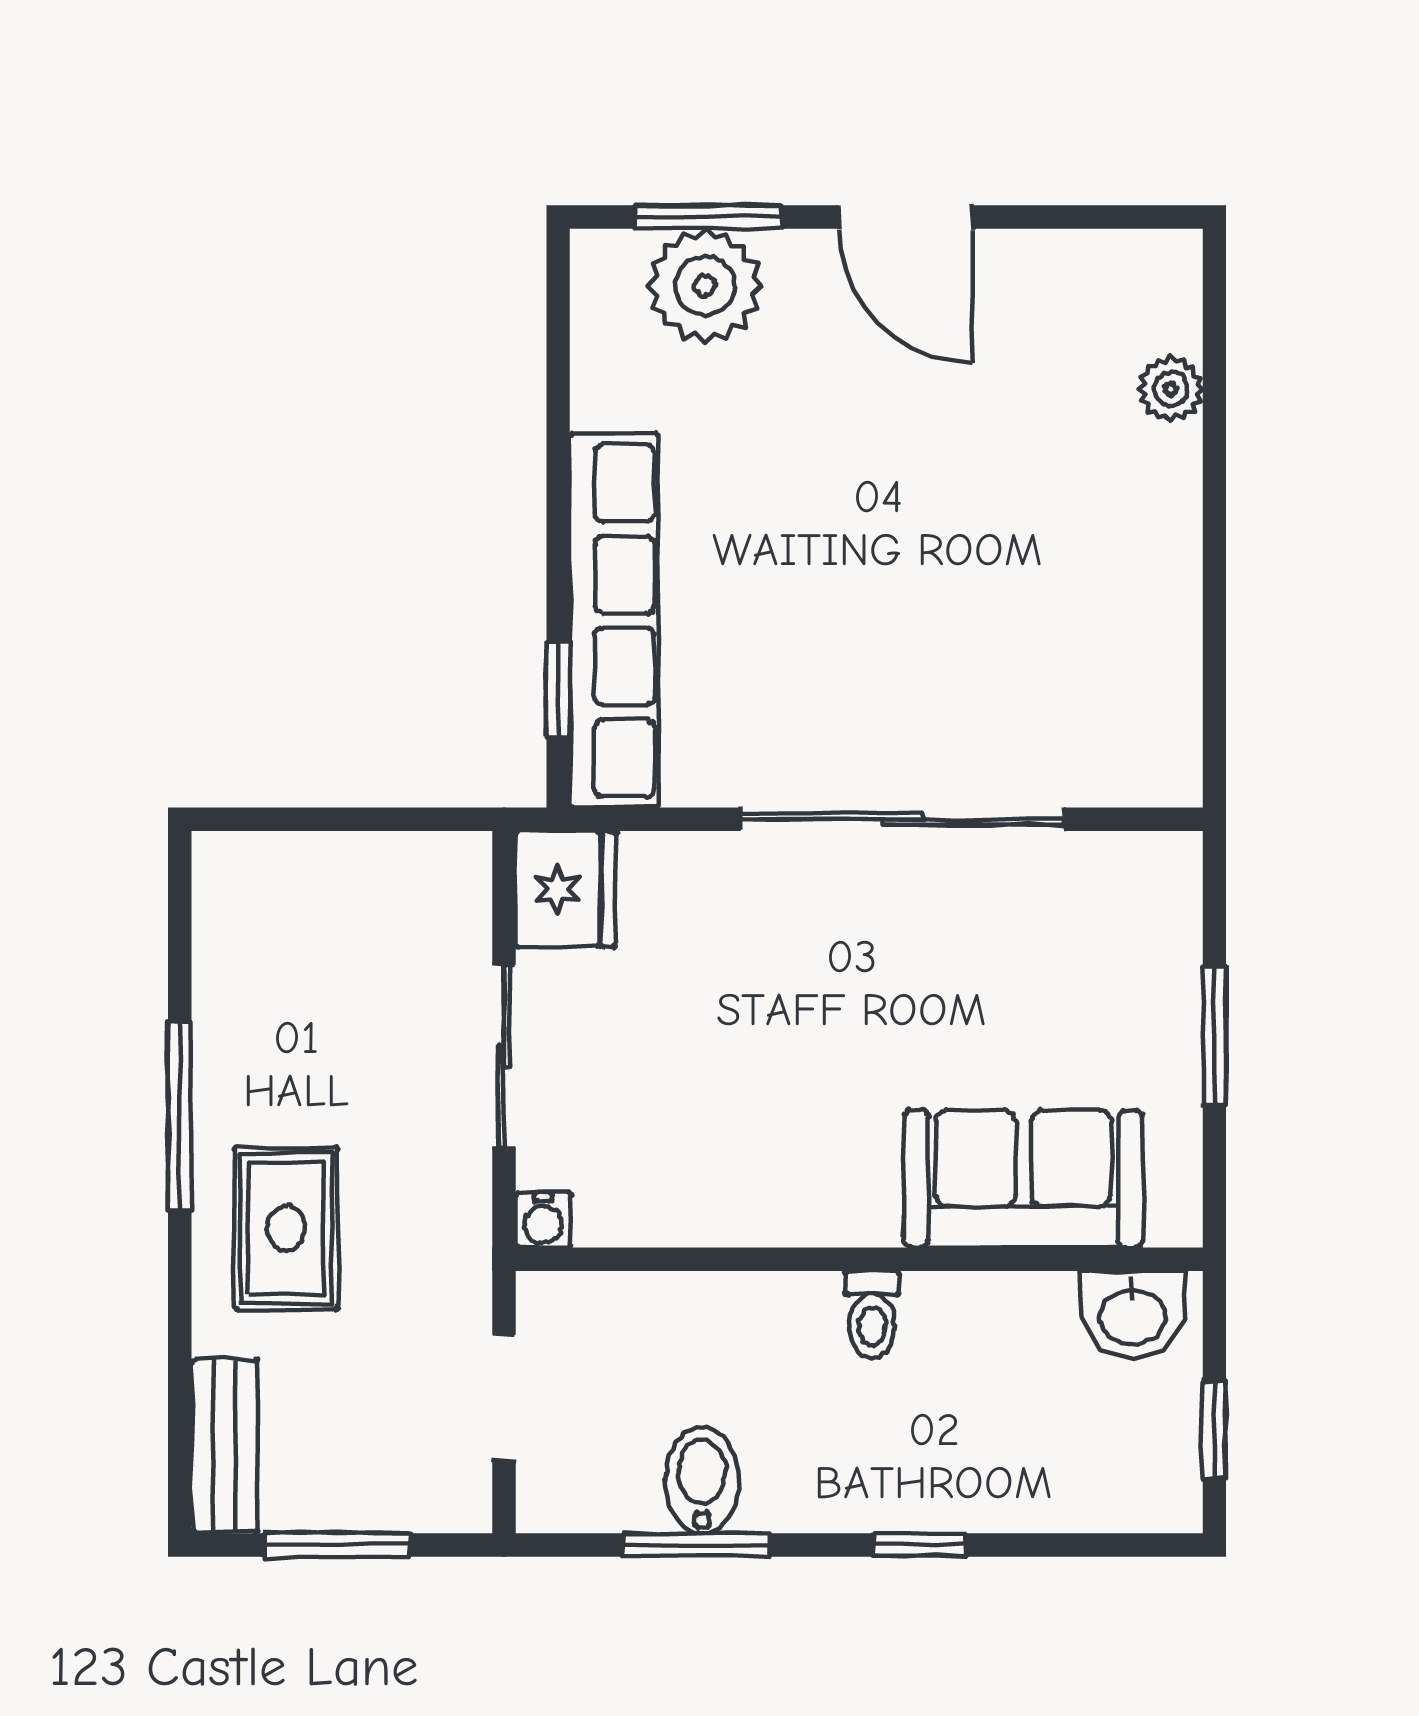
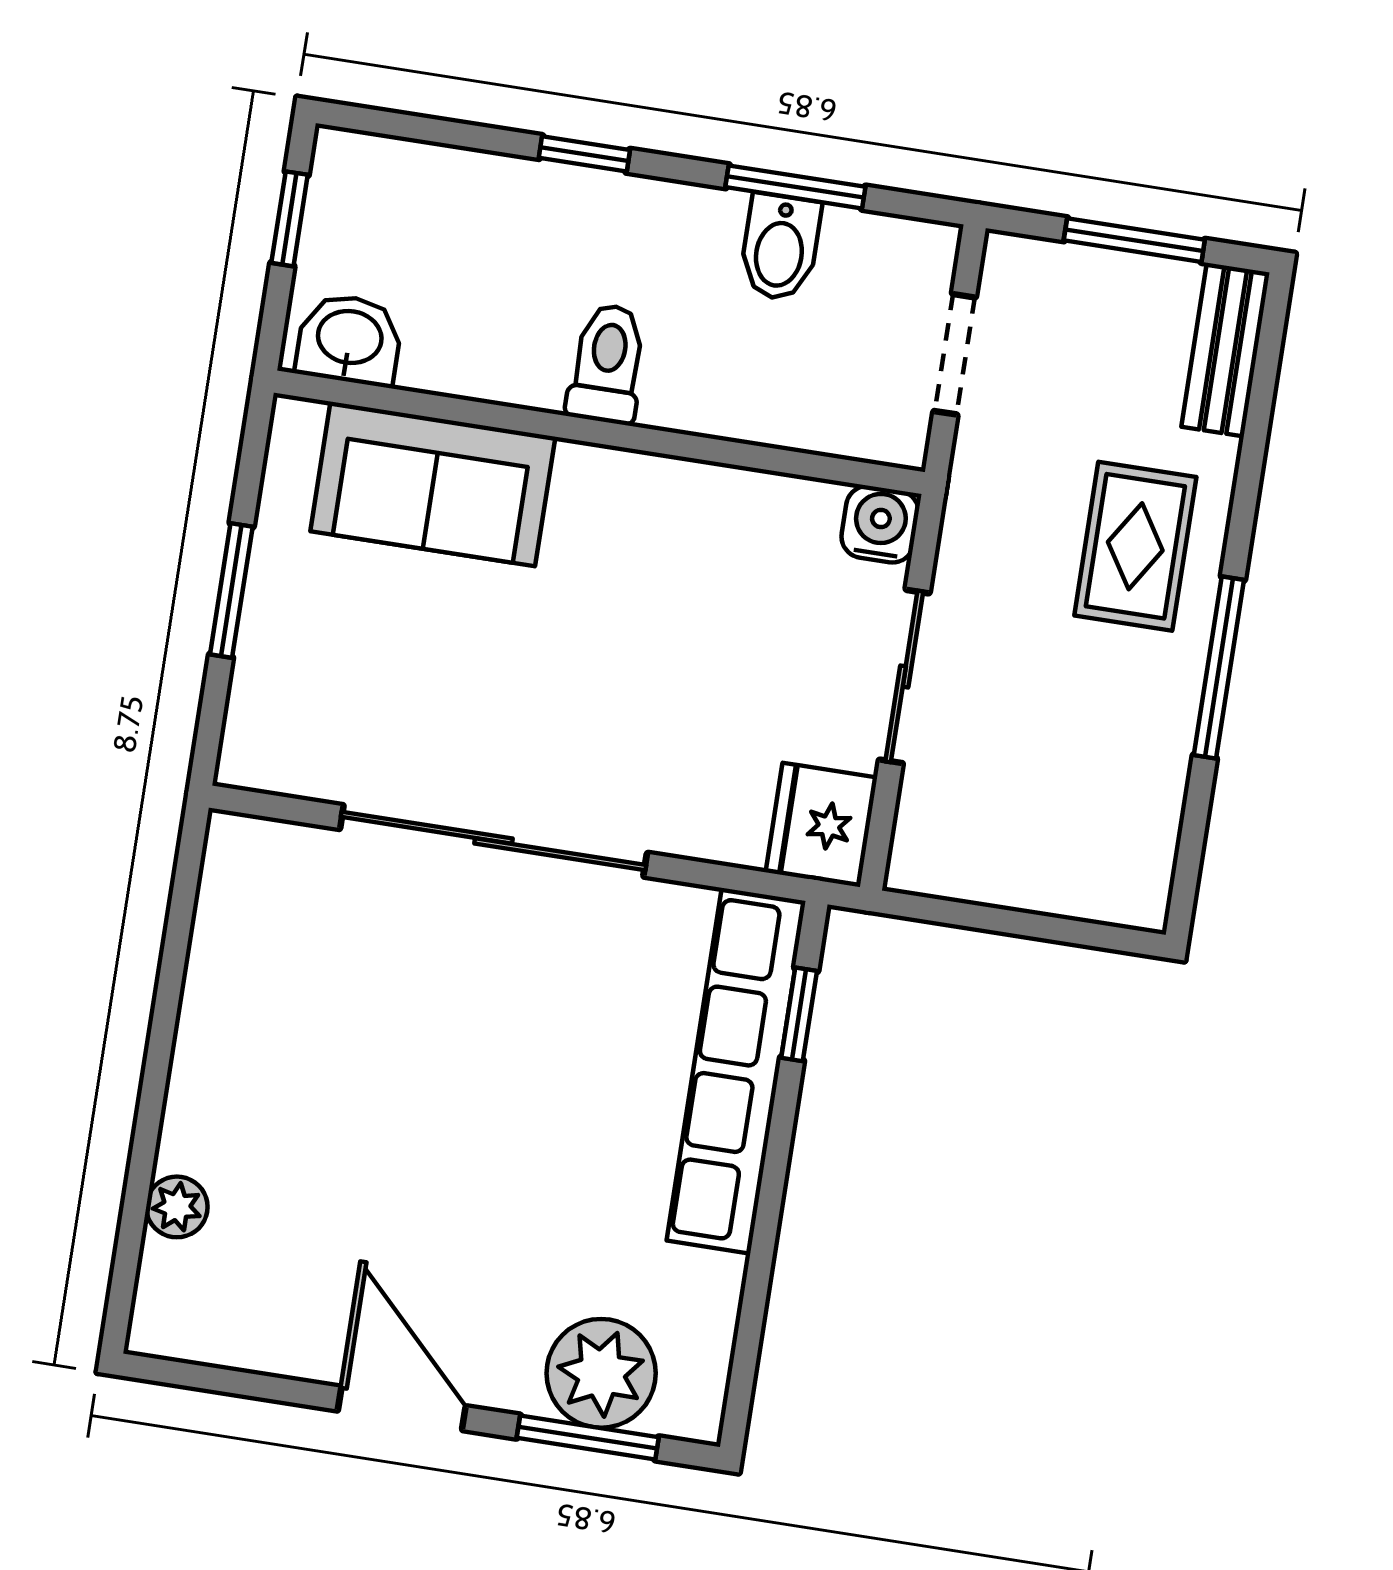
water cooler: (543, 1220) -> (880, 524), width x1.38, depth x1.38
toilet: (872, 1315) -> (607, 364), width x1.37, depth x1.39

